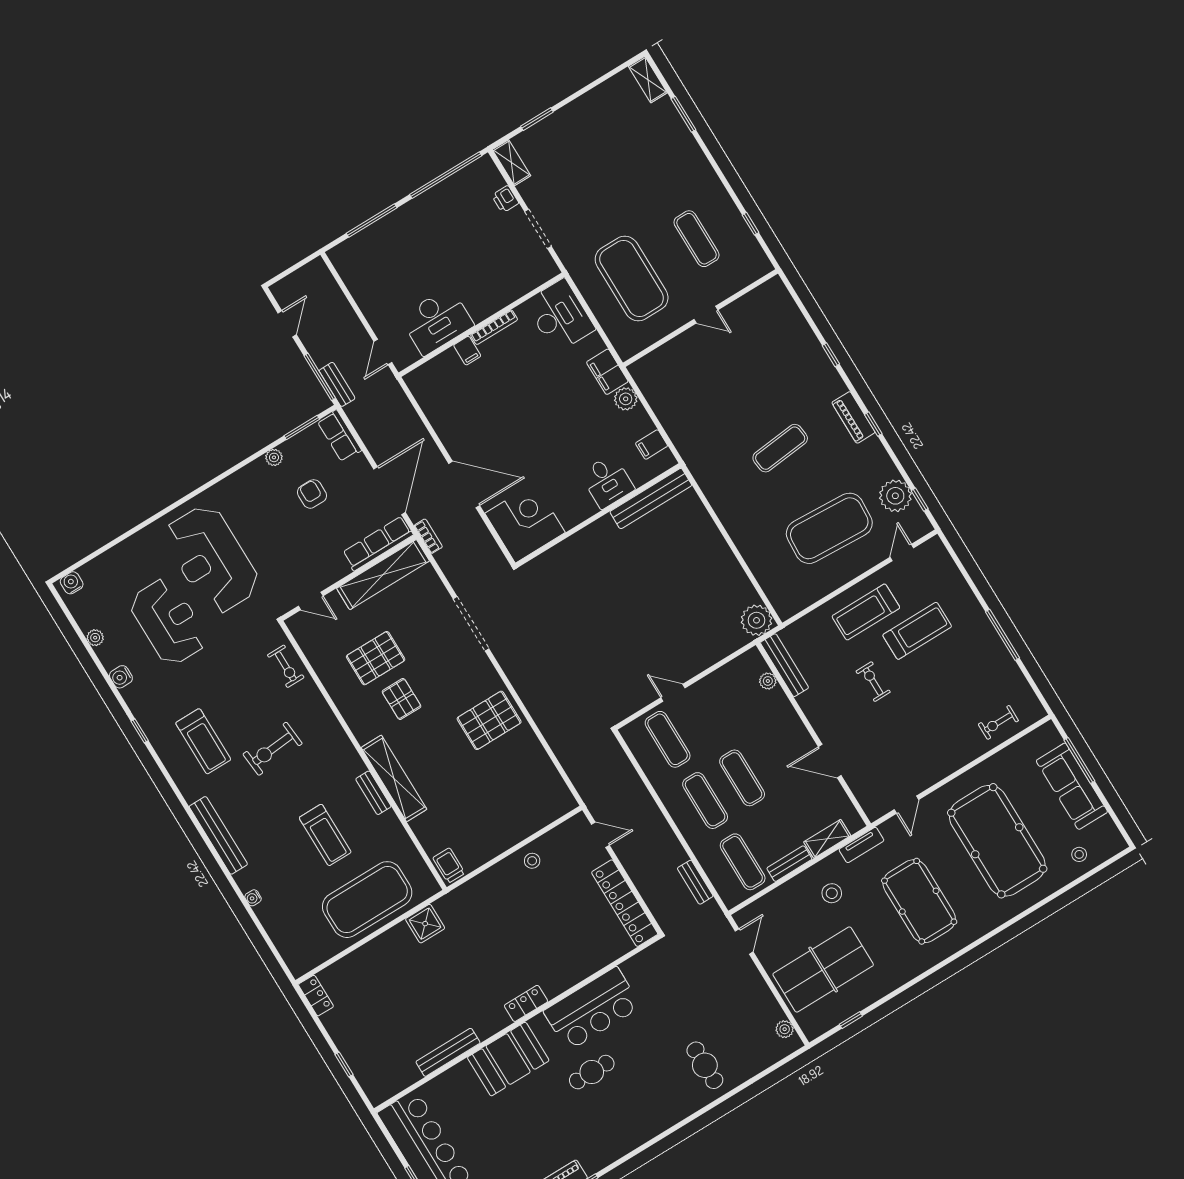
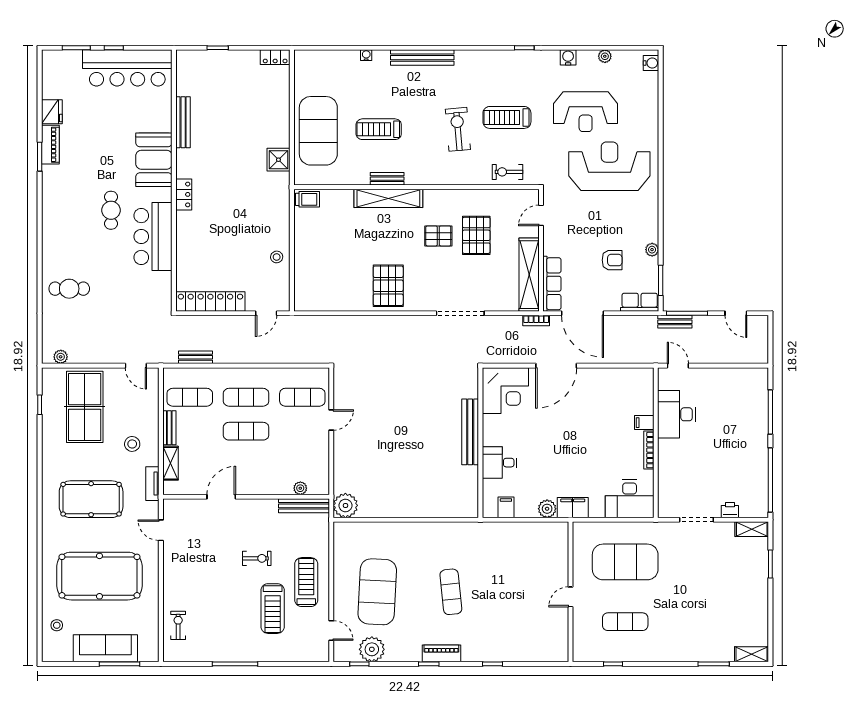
bench: (651, 498) -> (470, 432), moved
treadmill: (203, 741) -> (507, 117), moved

